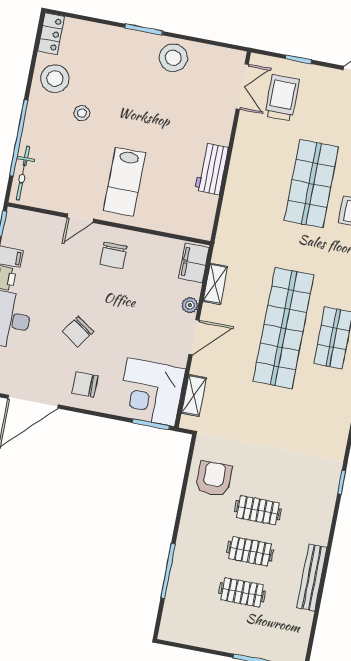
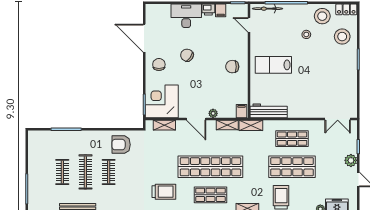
stool: (173, 58) -> (342, 37), moved
plant: (320, 77) -> (351, 160), added
trolley: (282, 98) -> (164, 192), moved
workbench: (211, 169) -> (269, 111), moved, width x1.38
shop shelf: (262, 174) -> (292, 139), added
door: (80, 218) -> (249, 25), moved
shelving: (224, 242) -> (251, 125), added
filing cabinet: (194, 263) -> (241, 111), width x0.50
armchair: (214, 479) -> (121, 145), turned 180
clothes rail: (250, 551) -> (85, 172), width x1.36

